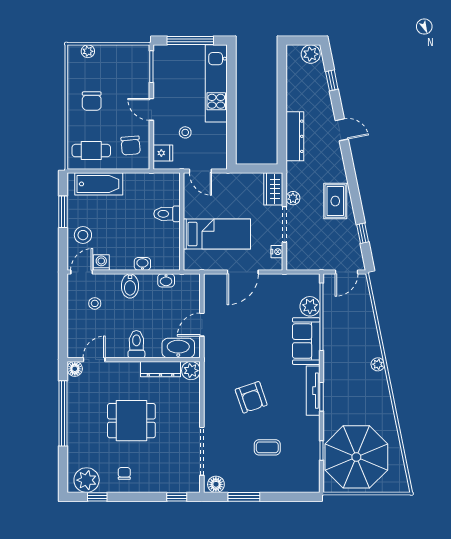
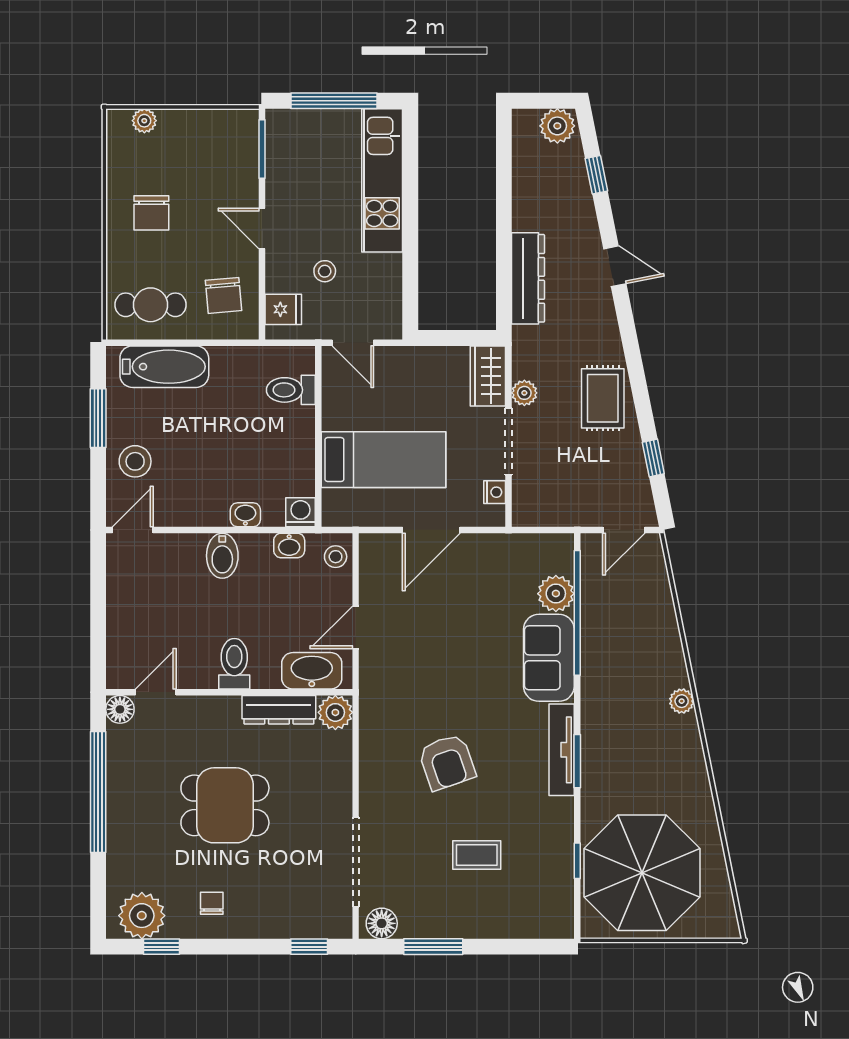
toilet: (167, 214) -> (291, 390), moved
washing machine: (101, 262) -> (301, 512), moved
stool: (95, 303) -> (336, 557), moved

